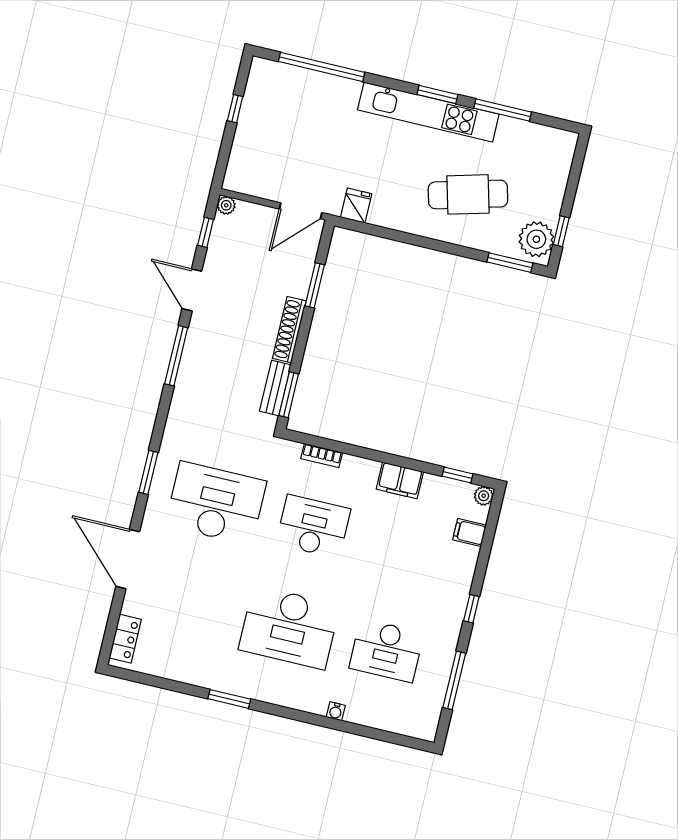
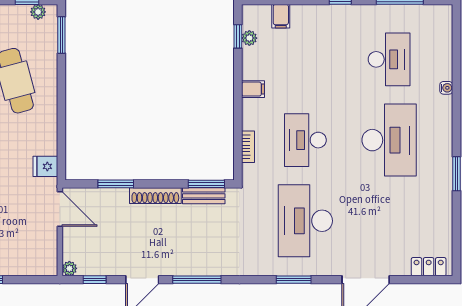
plant: (536, 239) -> (38, 12), width x0.53, depth x0.53
filing cabinet: (400, 480) -> (253, 89), width x0.50
plant: (484, 496) -> (249, 38), moved

